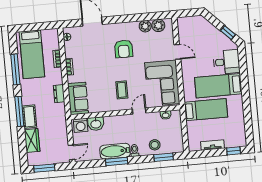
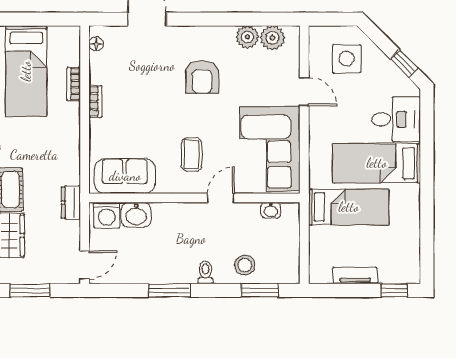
side table: (198, 33) -> (347, 59), added
dresser: (59, 94) -> (71, 202), moved
sofa: (78, 98) -> (125, 176), moved, turned -90
bathtub: (115, 151) -> (168, 270), removed

